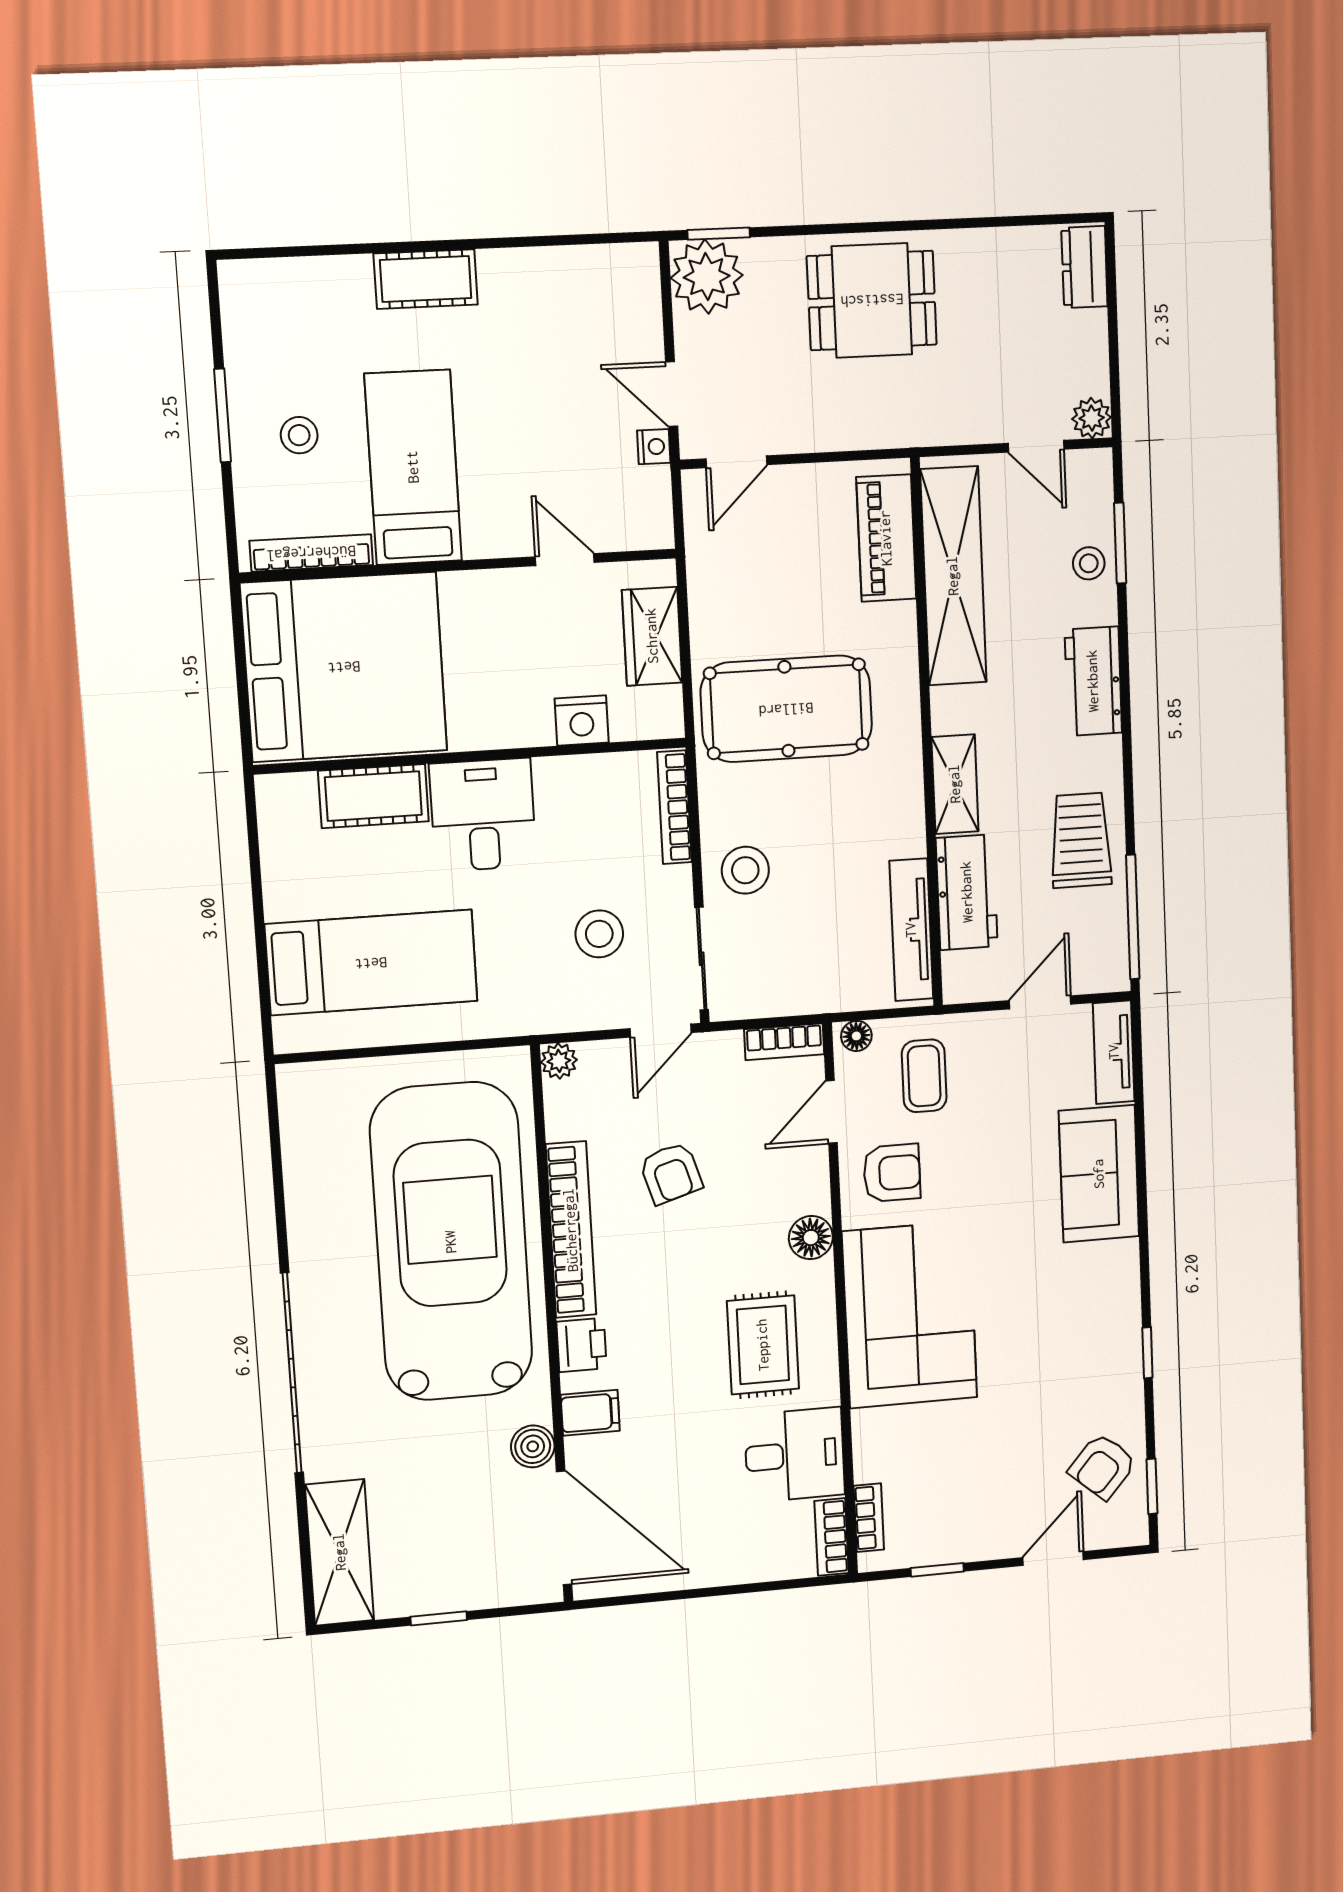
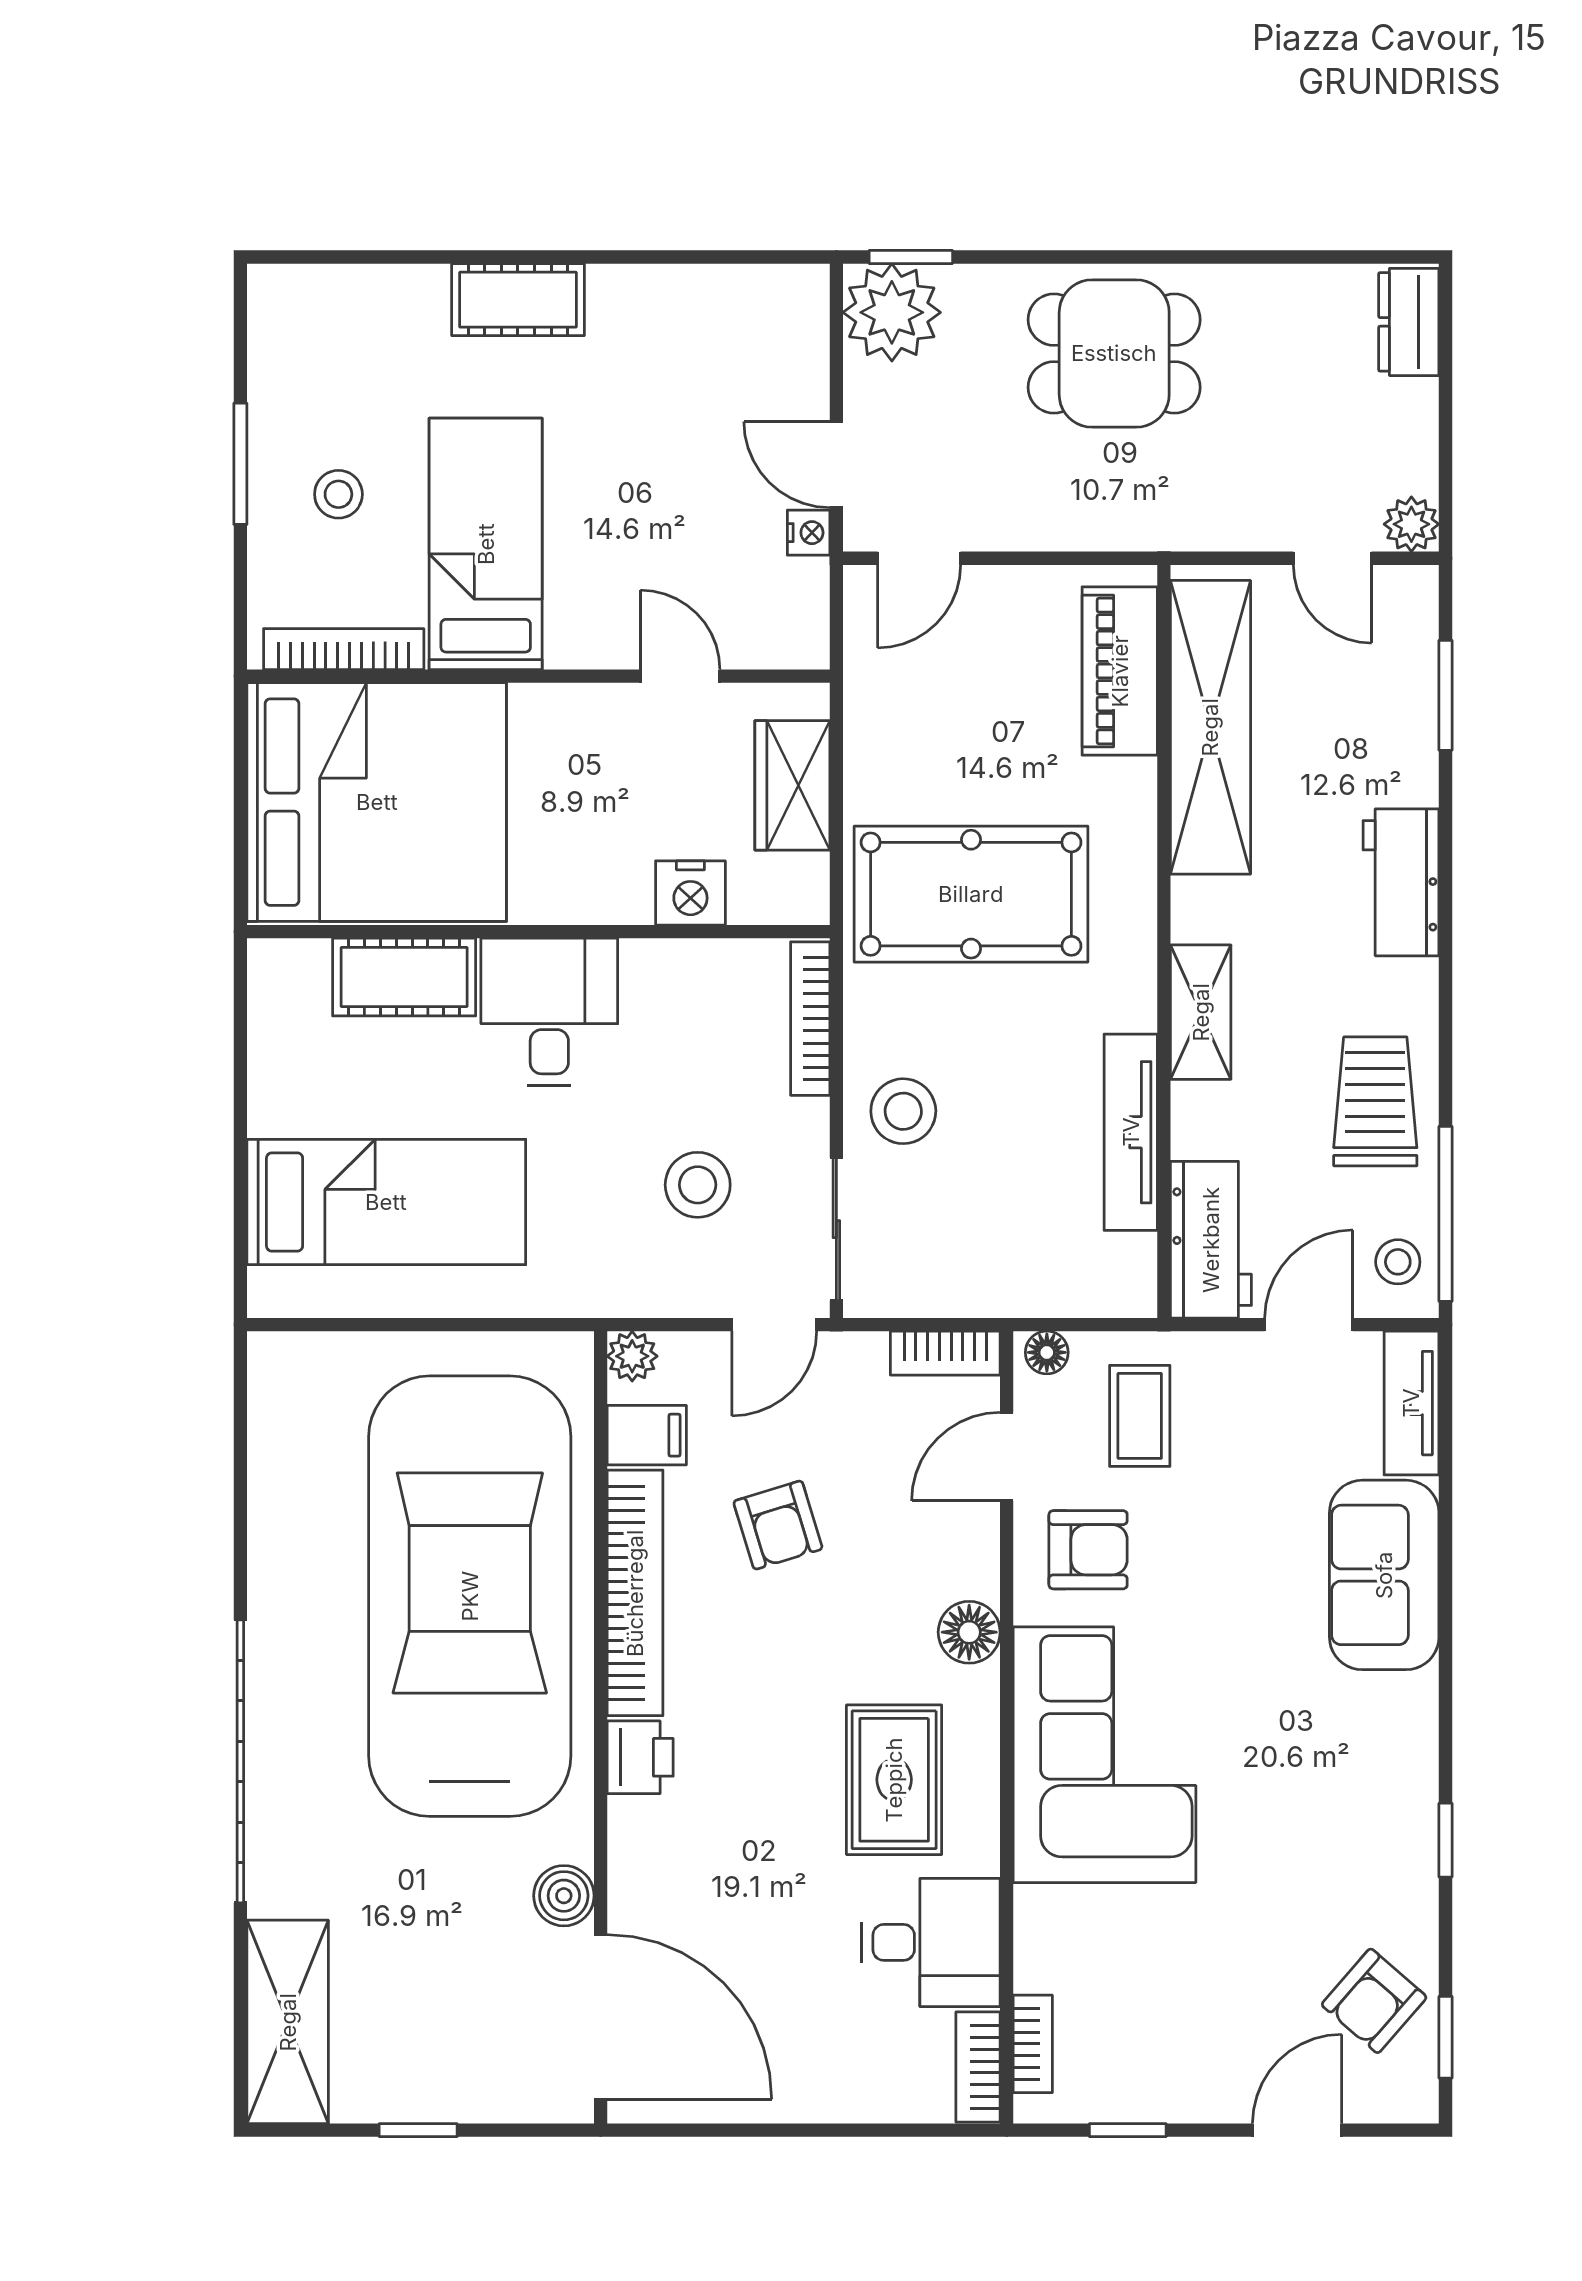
stool: (1089, 563) -> (1398, 1262), moved
workbench: (967, 892) -> (1211, 1240), moved
tv unit: (911, 930) -> (1131, 1132), moved
filing cabinet: (590, 1413) -> (647, 1435), moved

